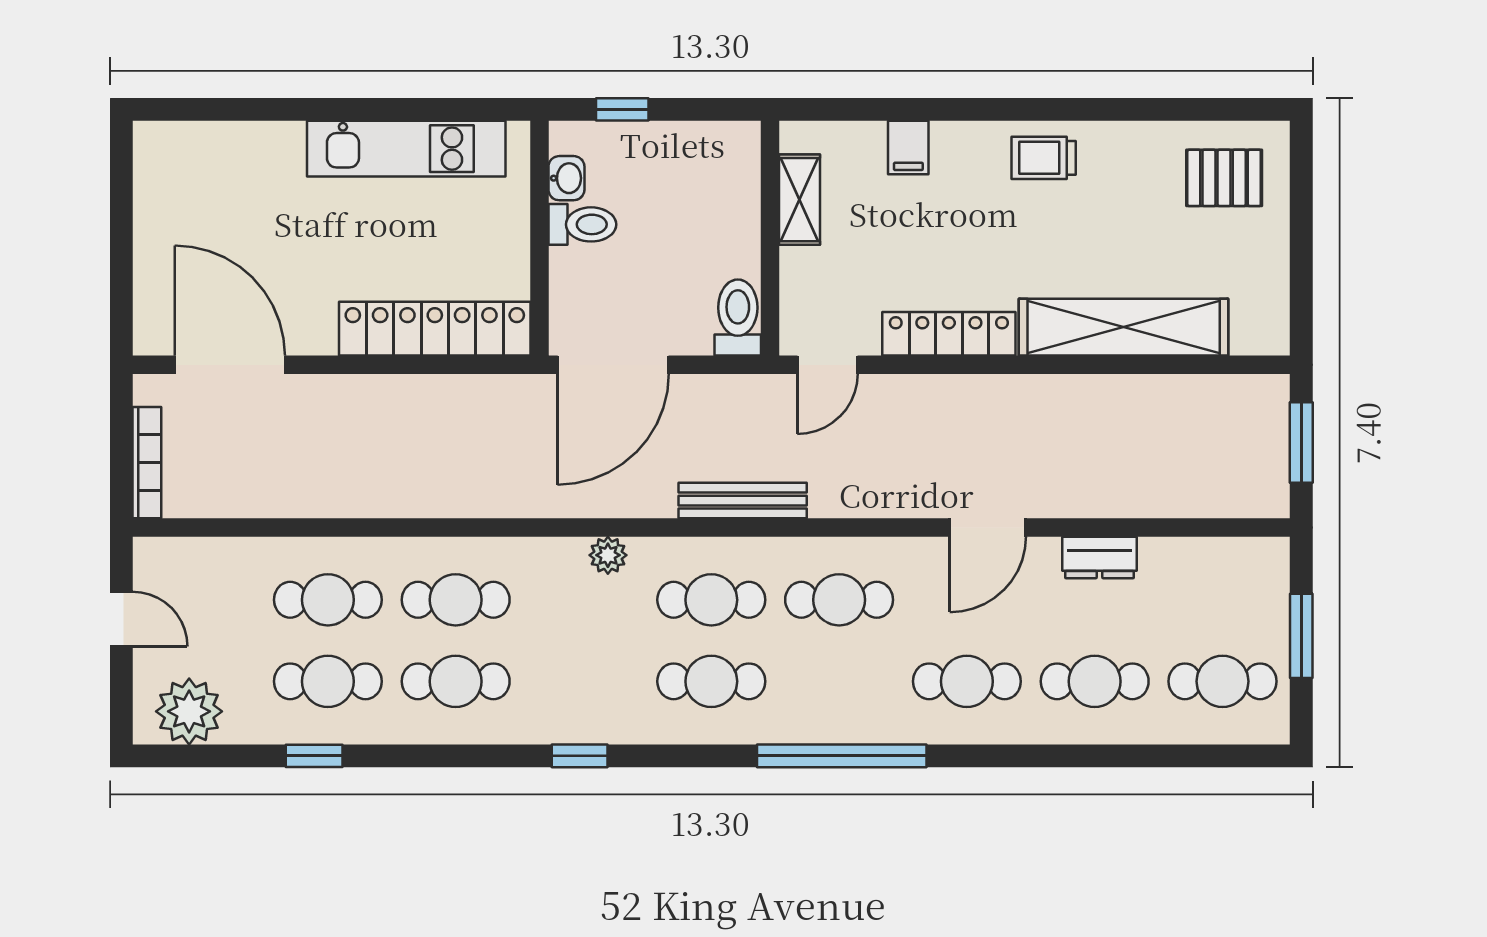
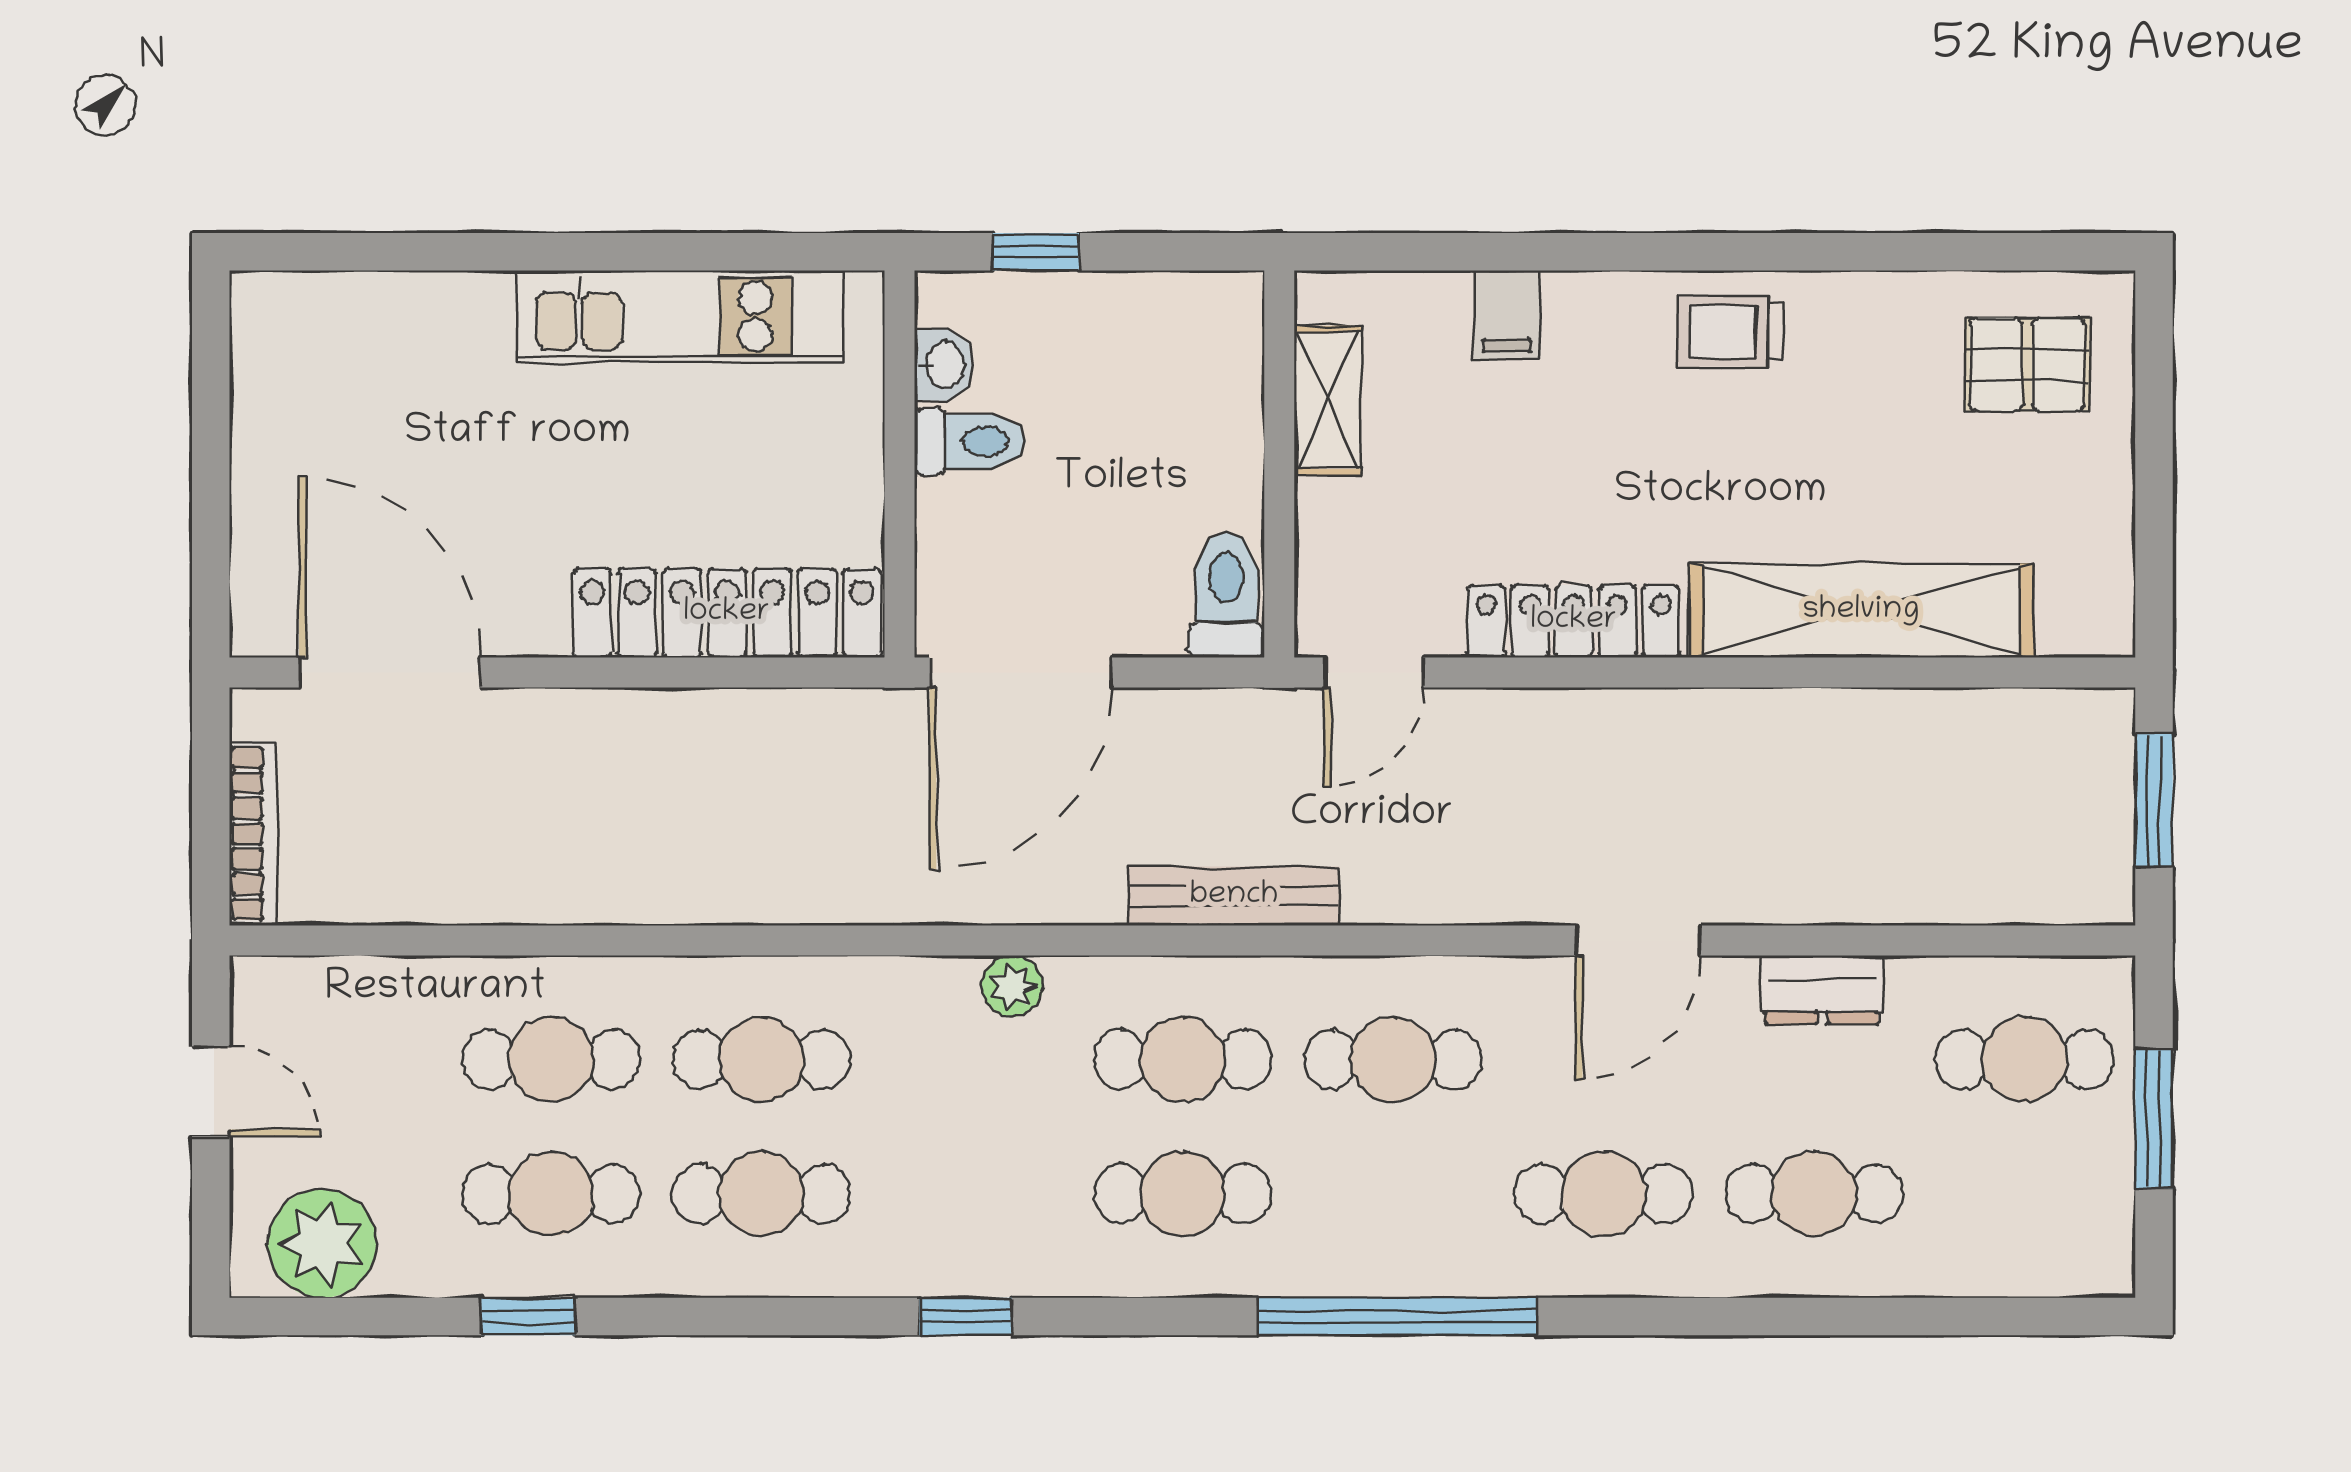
cafe table: (1222, 681) -> (2024, 1059), moved

